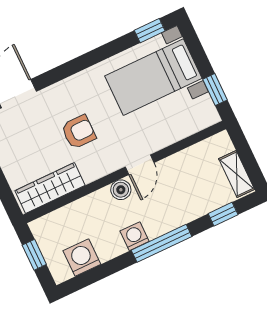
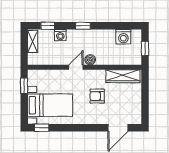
washing machine: (135, 236) -> (60, 35), moved
window: (162, 243) -> (83, 26), width x0.46

